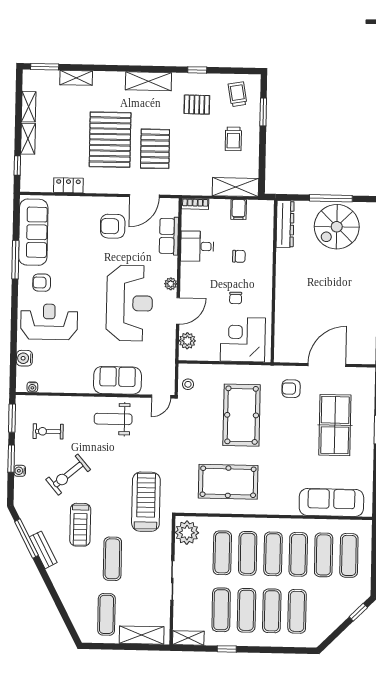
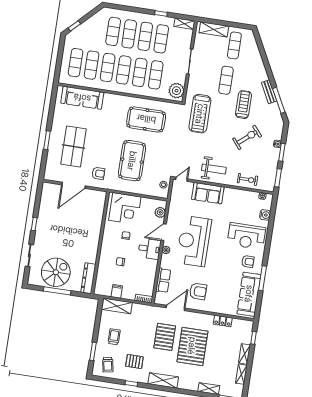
desk: (197, 246) -> (149, 249), moved
exercise bike: (48, 431) -> (248, 179), moved

